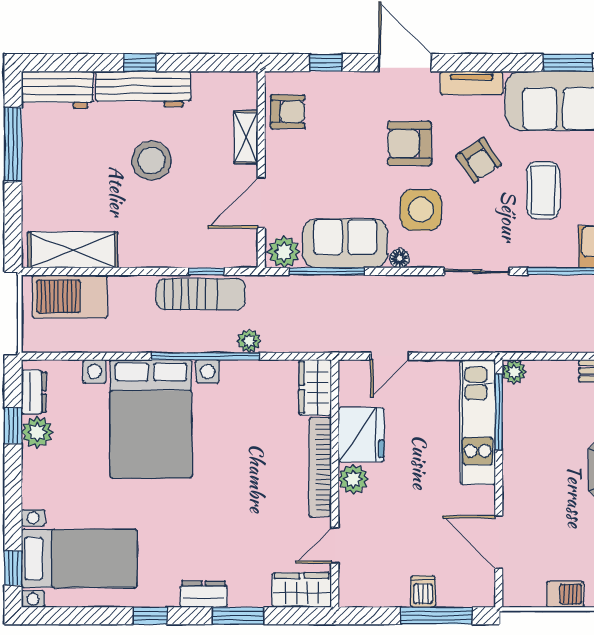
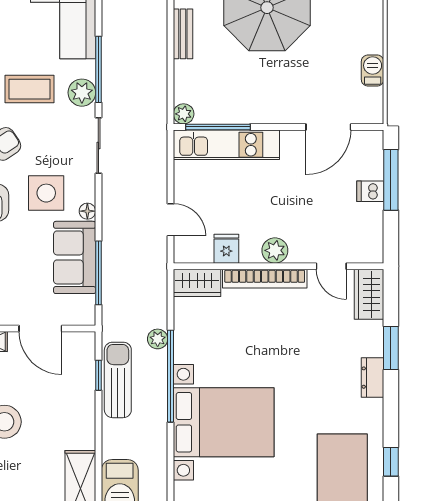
plant: (284, 252) -> (82, 93), moved
fridge: (361, 435) -> (226, 249), width x0.53, depth x0.75
window: (150, 616) -> (391, 462), moved

